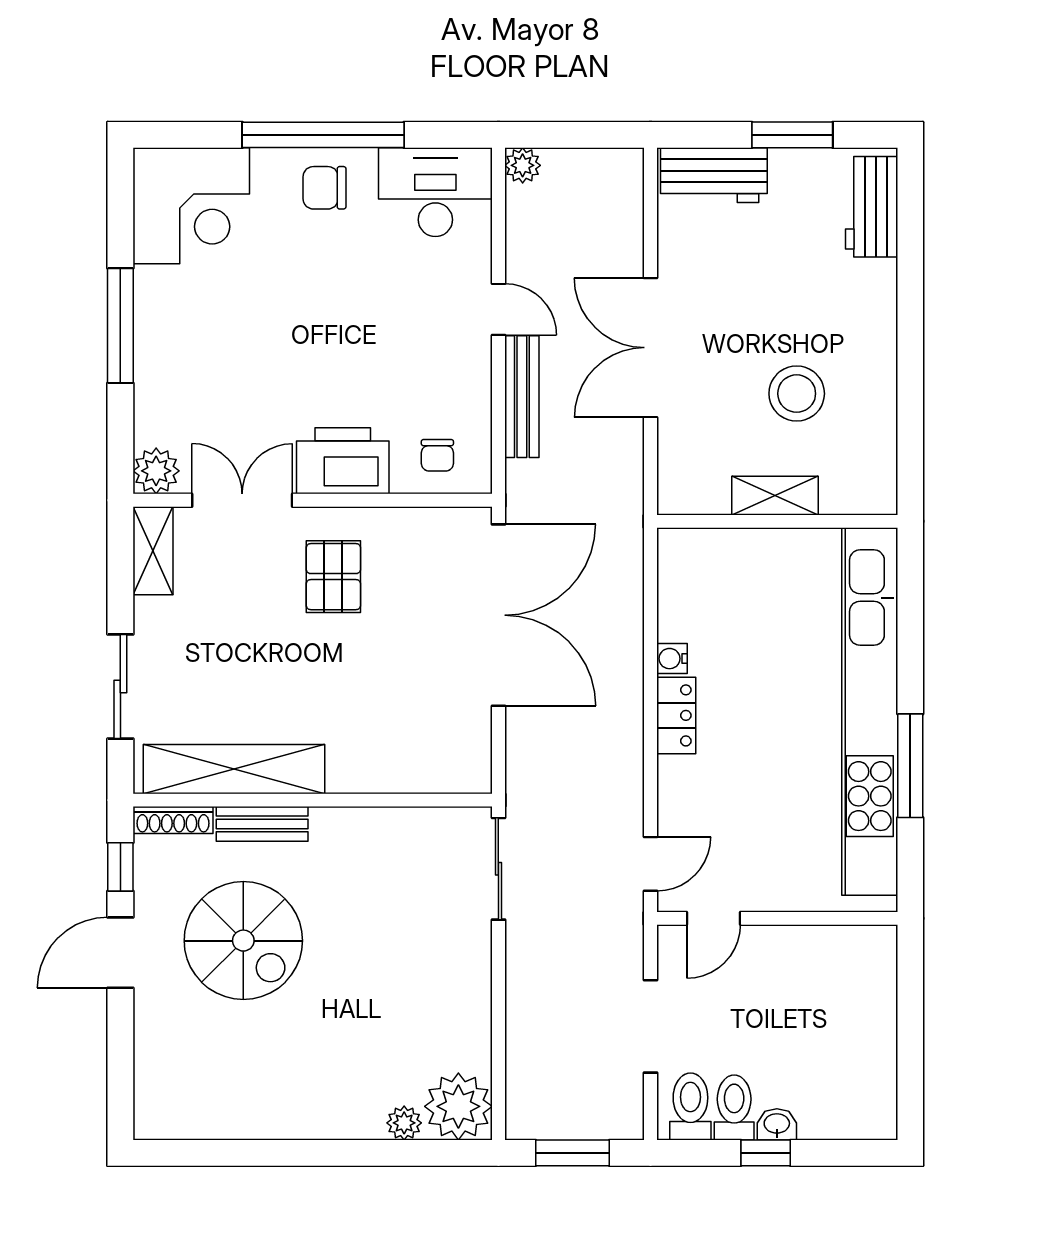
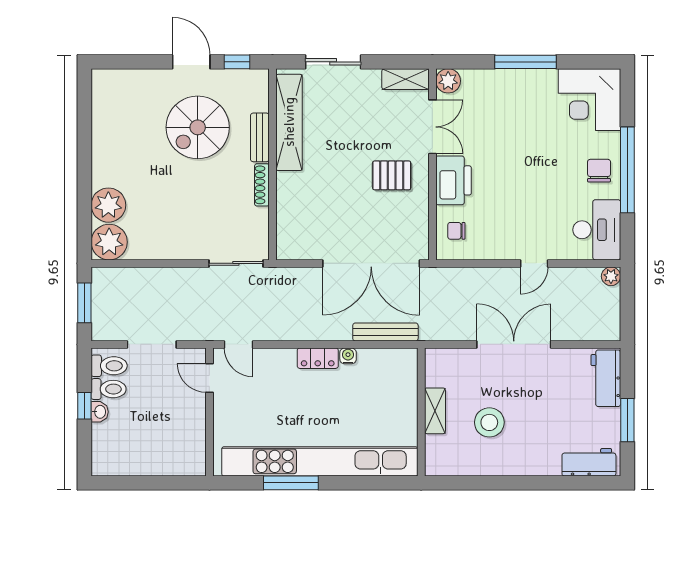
bench: (522, 397) -> (385, 332), moved
shoe rack: (173, 820) -> (262, 185), moved
plant: (404, 1123) -> (108, 205), width x1.88, depth x1.88

